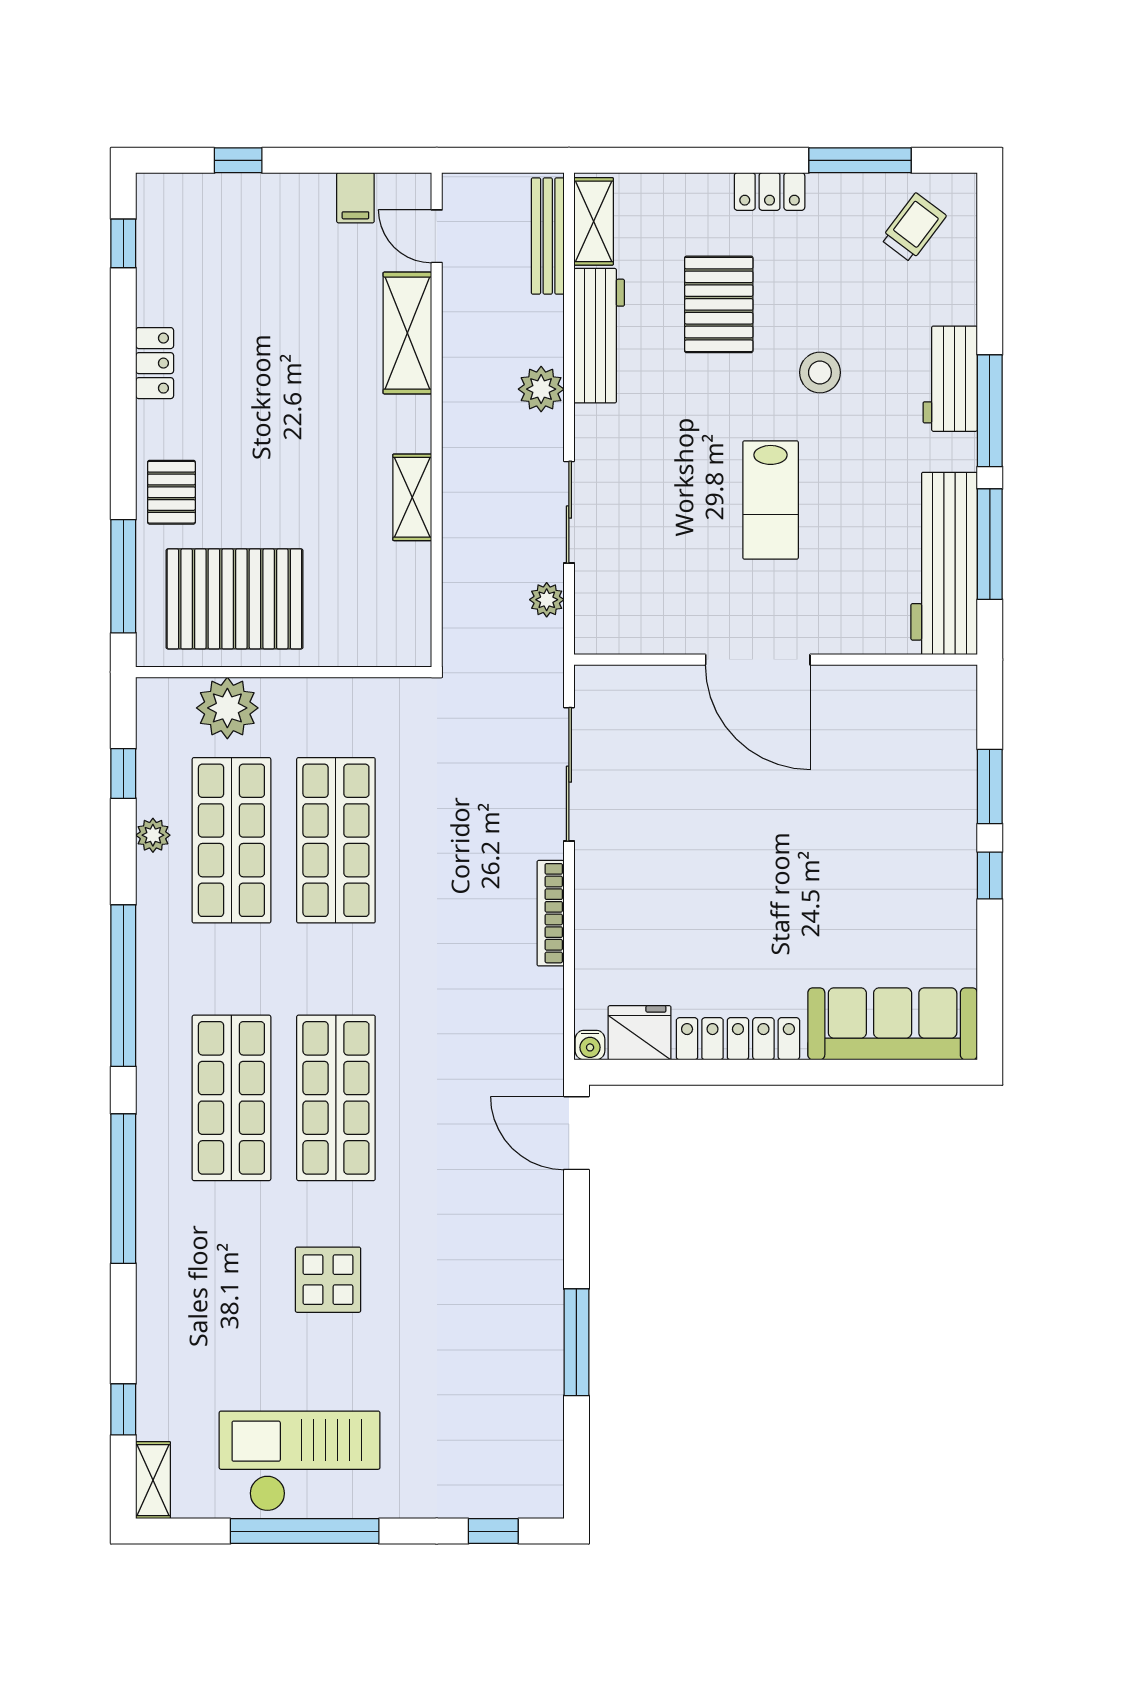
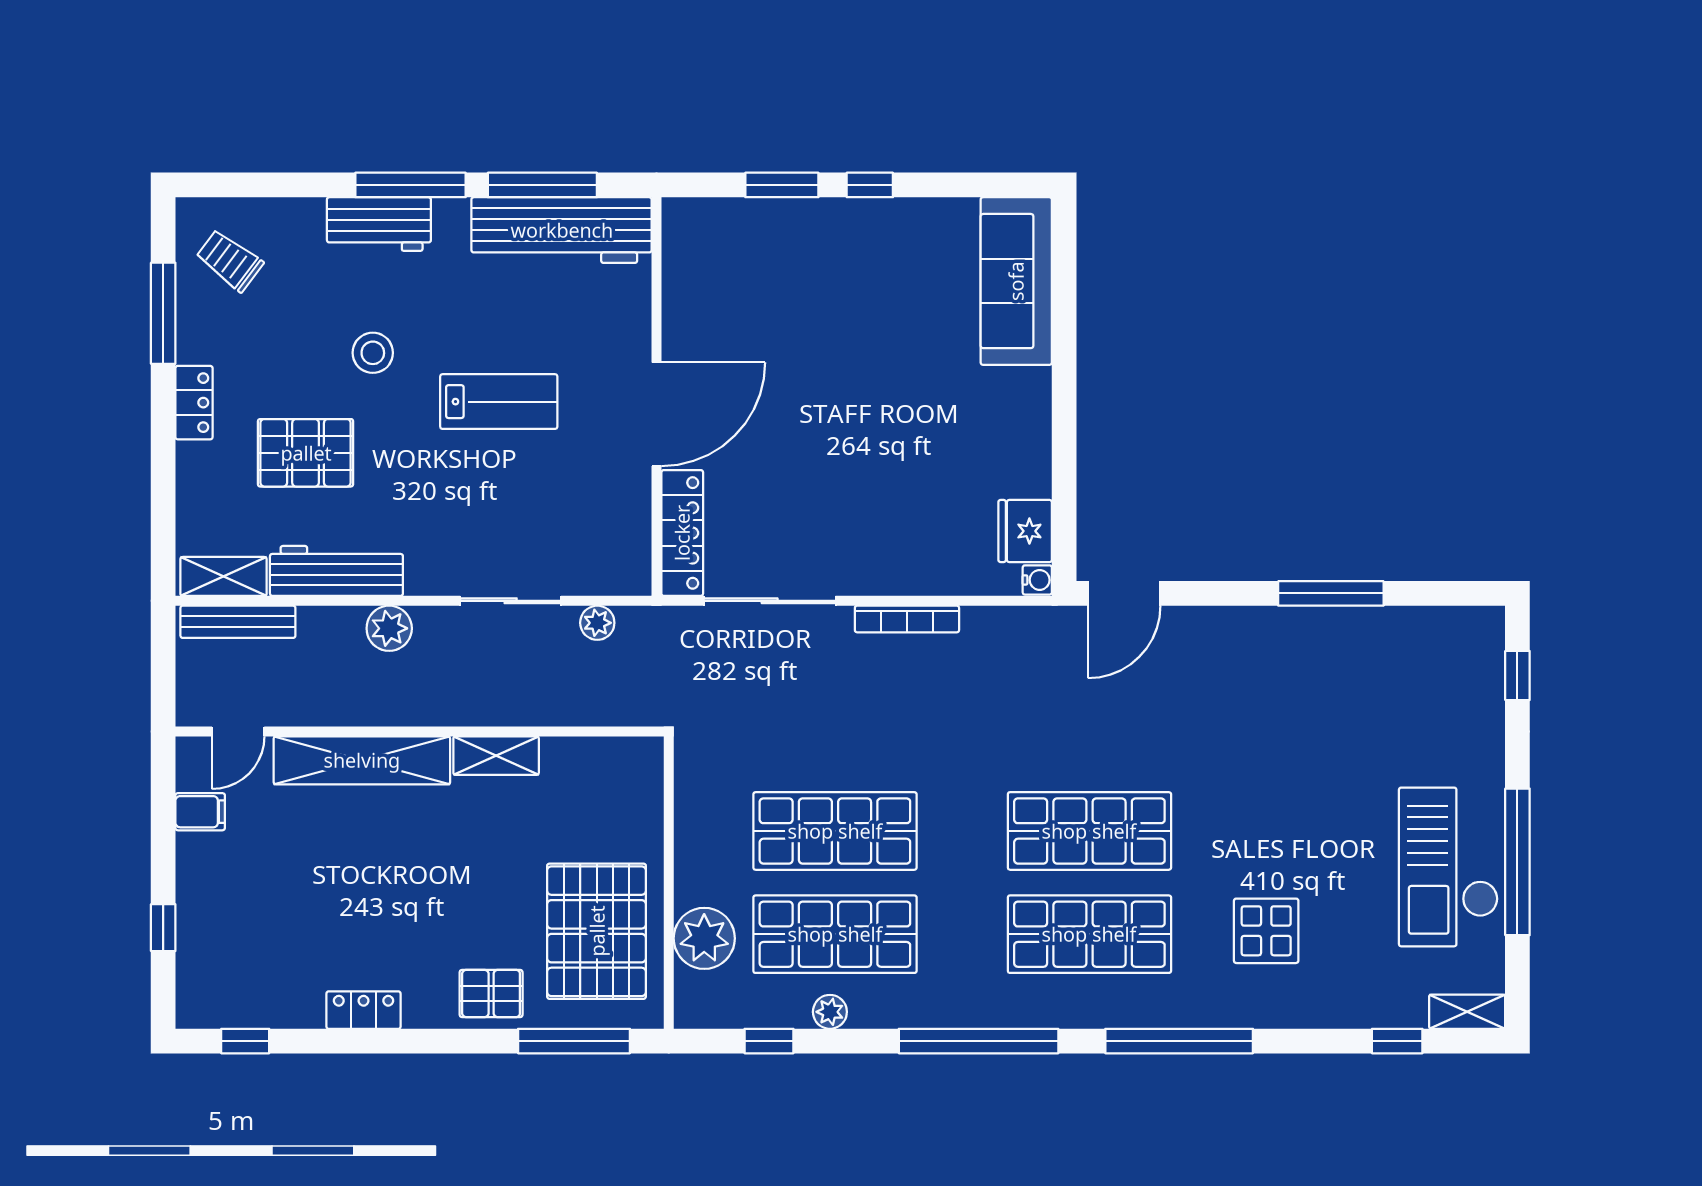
shelving: (407, 333) -> (362, 760), width x1.47
locker: (738, 1039) -> (682, 533), moved, turned 180
display table: (328, 1280) -> (1266, 931), moved

